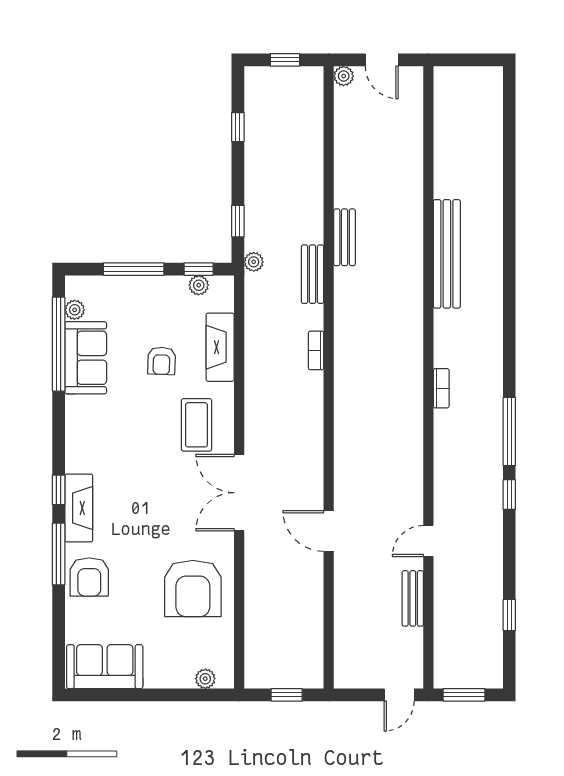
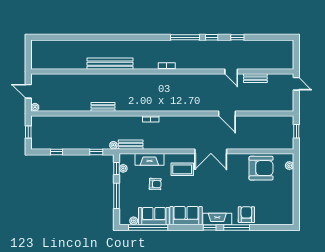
door: (382, 60) -> (28, 91), swing flipped
bench: (313, 274) -> (131, 145), moved
door: (329, 531) -> (227, 114), hinge flipped
armchair: (89, 577) -> (246, 215), turned -90
armchair: (193, 589) -> (261, 168), moved
window: (509, 615) -> (237, 37), moved
sofa: (105, 667) -> (186, 216), moved, turned 90
window: (464, 695) -> (296, 56), removed

